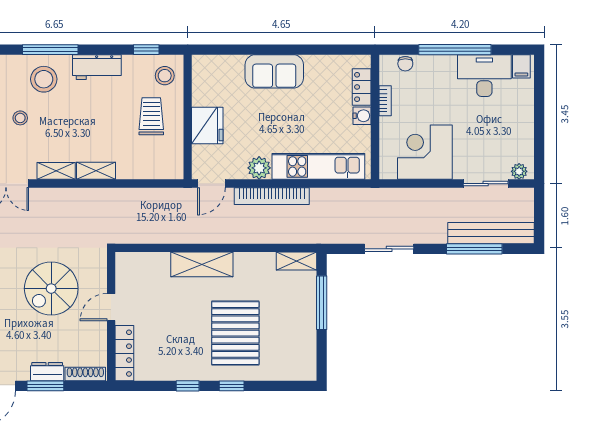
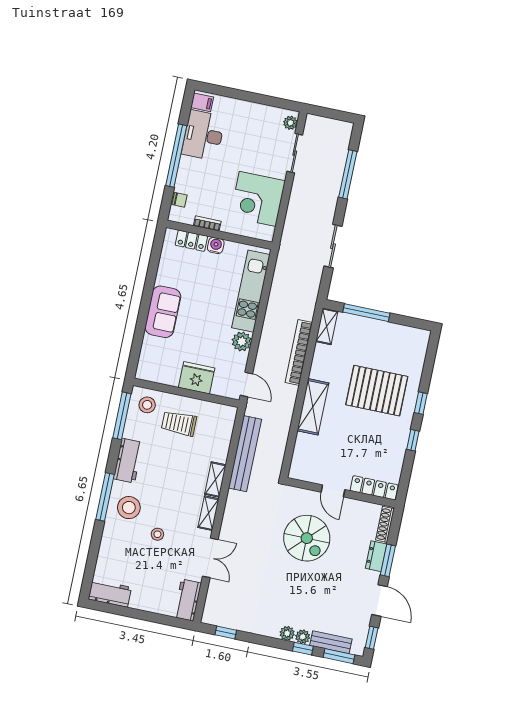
window: (146, 50) -> (122, 416), width x2.17
bookcase: (272, 196) -> (299, 353), moved, turned 180
bench: (491, 233) -> (245, 454), moved

